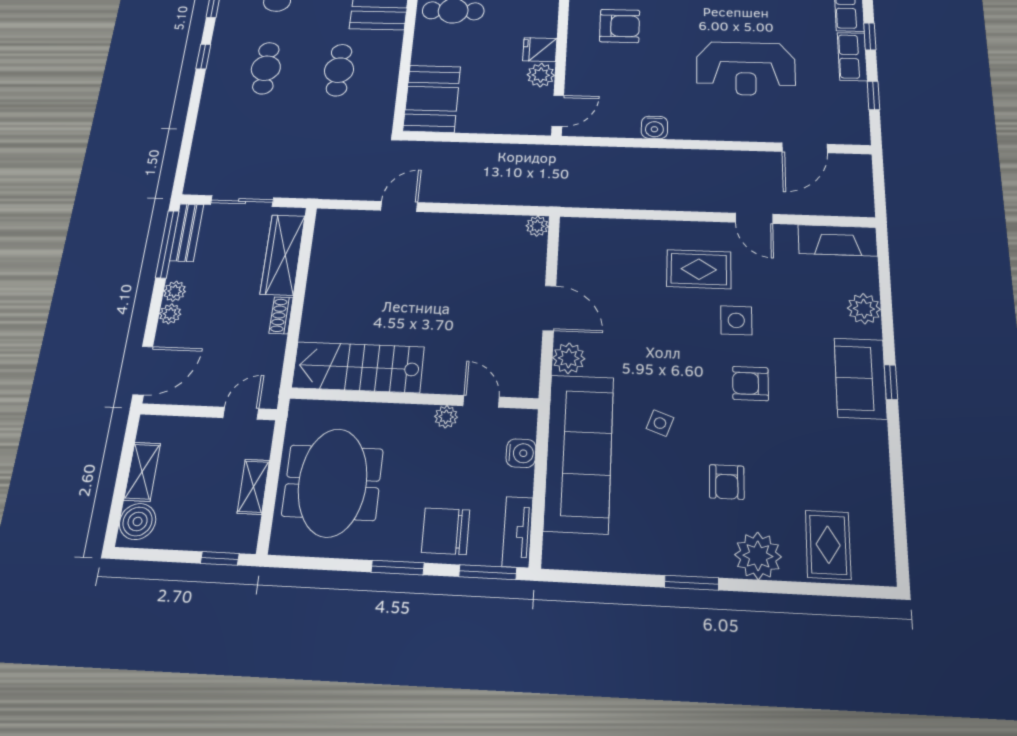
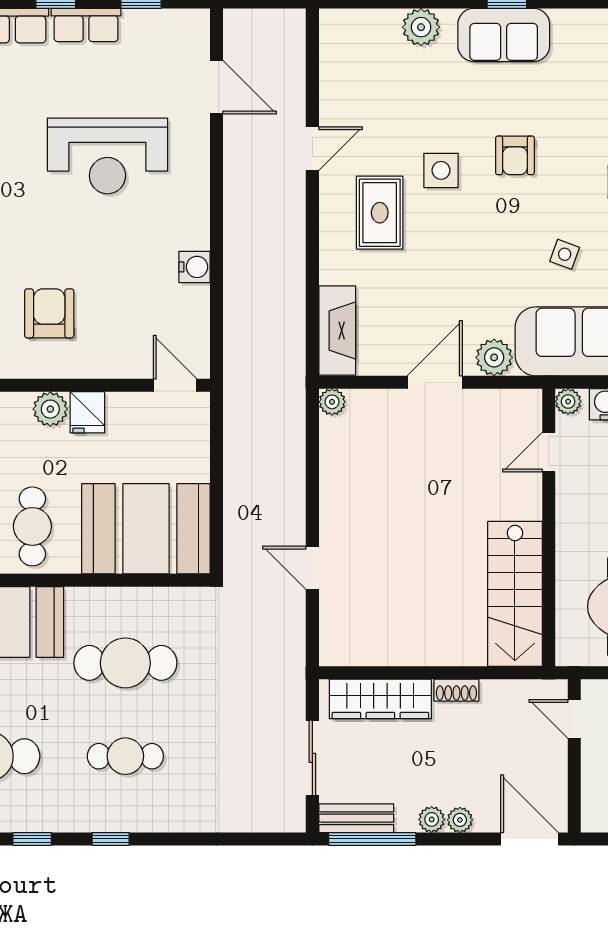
reception desk: (746, 69) -> (107, 156), turned 90
cafe table: (339, 70) -> (125, 663), width x1.37, depth x1.35
plant: (541, 75) -> (50, 409), moved
booth: (432, 99) -> (146, 529), width x1.36, depth x1.42
fireplace: (838, 240) -> (337, 331), moved
plant: (446, 417) -> (568, 402), moved

